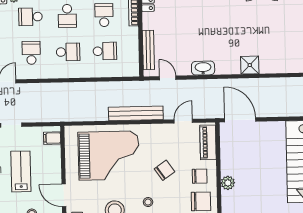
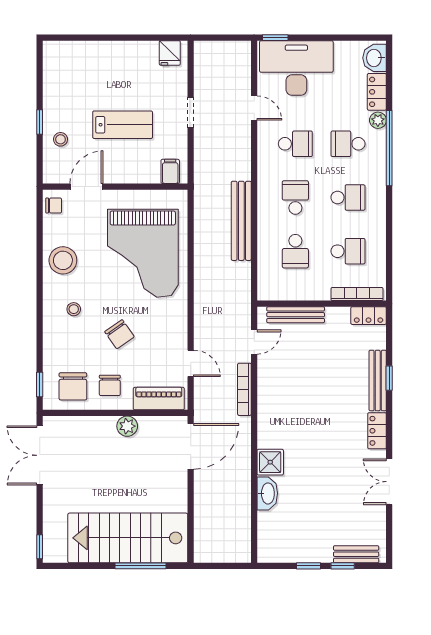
school desk: (67, 16) -> (348, 197), turned 180
school desk: (30, 17) -> (348, 144), turned -90
school desk: (68, 52) -> (295, 197), turned 180
washbasin: (203, 68) -> (267, 493), moved
bookcase: (200, 84) -> (244, 389), added
bench: (136, 113) -> (241, 221), moved
plant: (228, 183) -> (127, 426), moved

